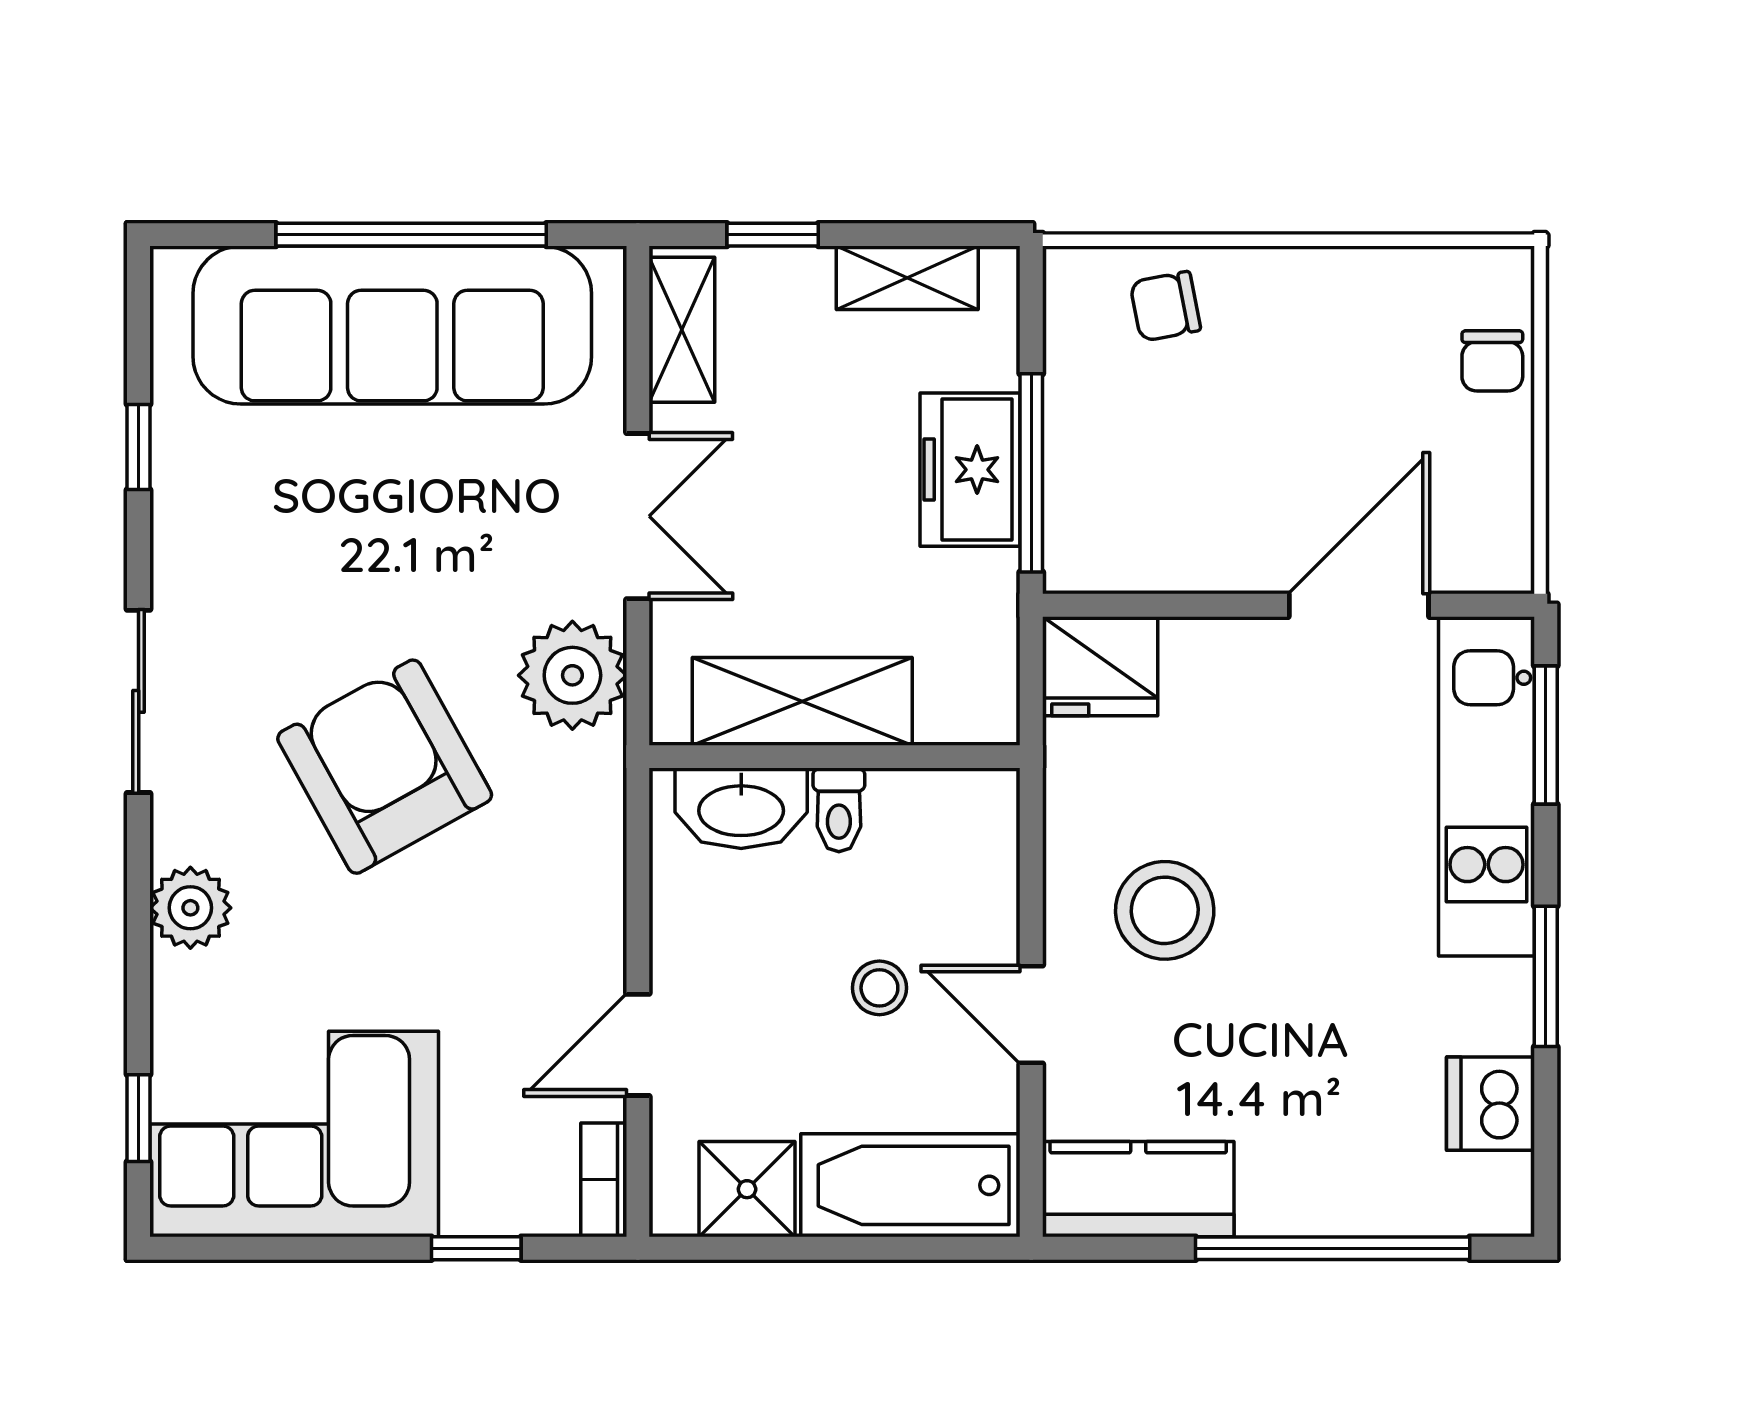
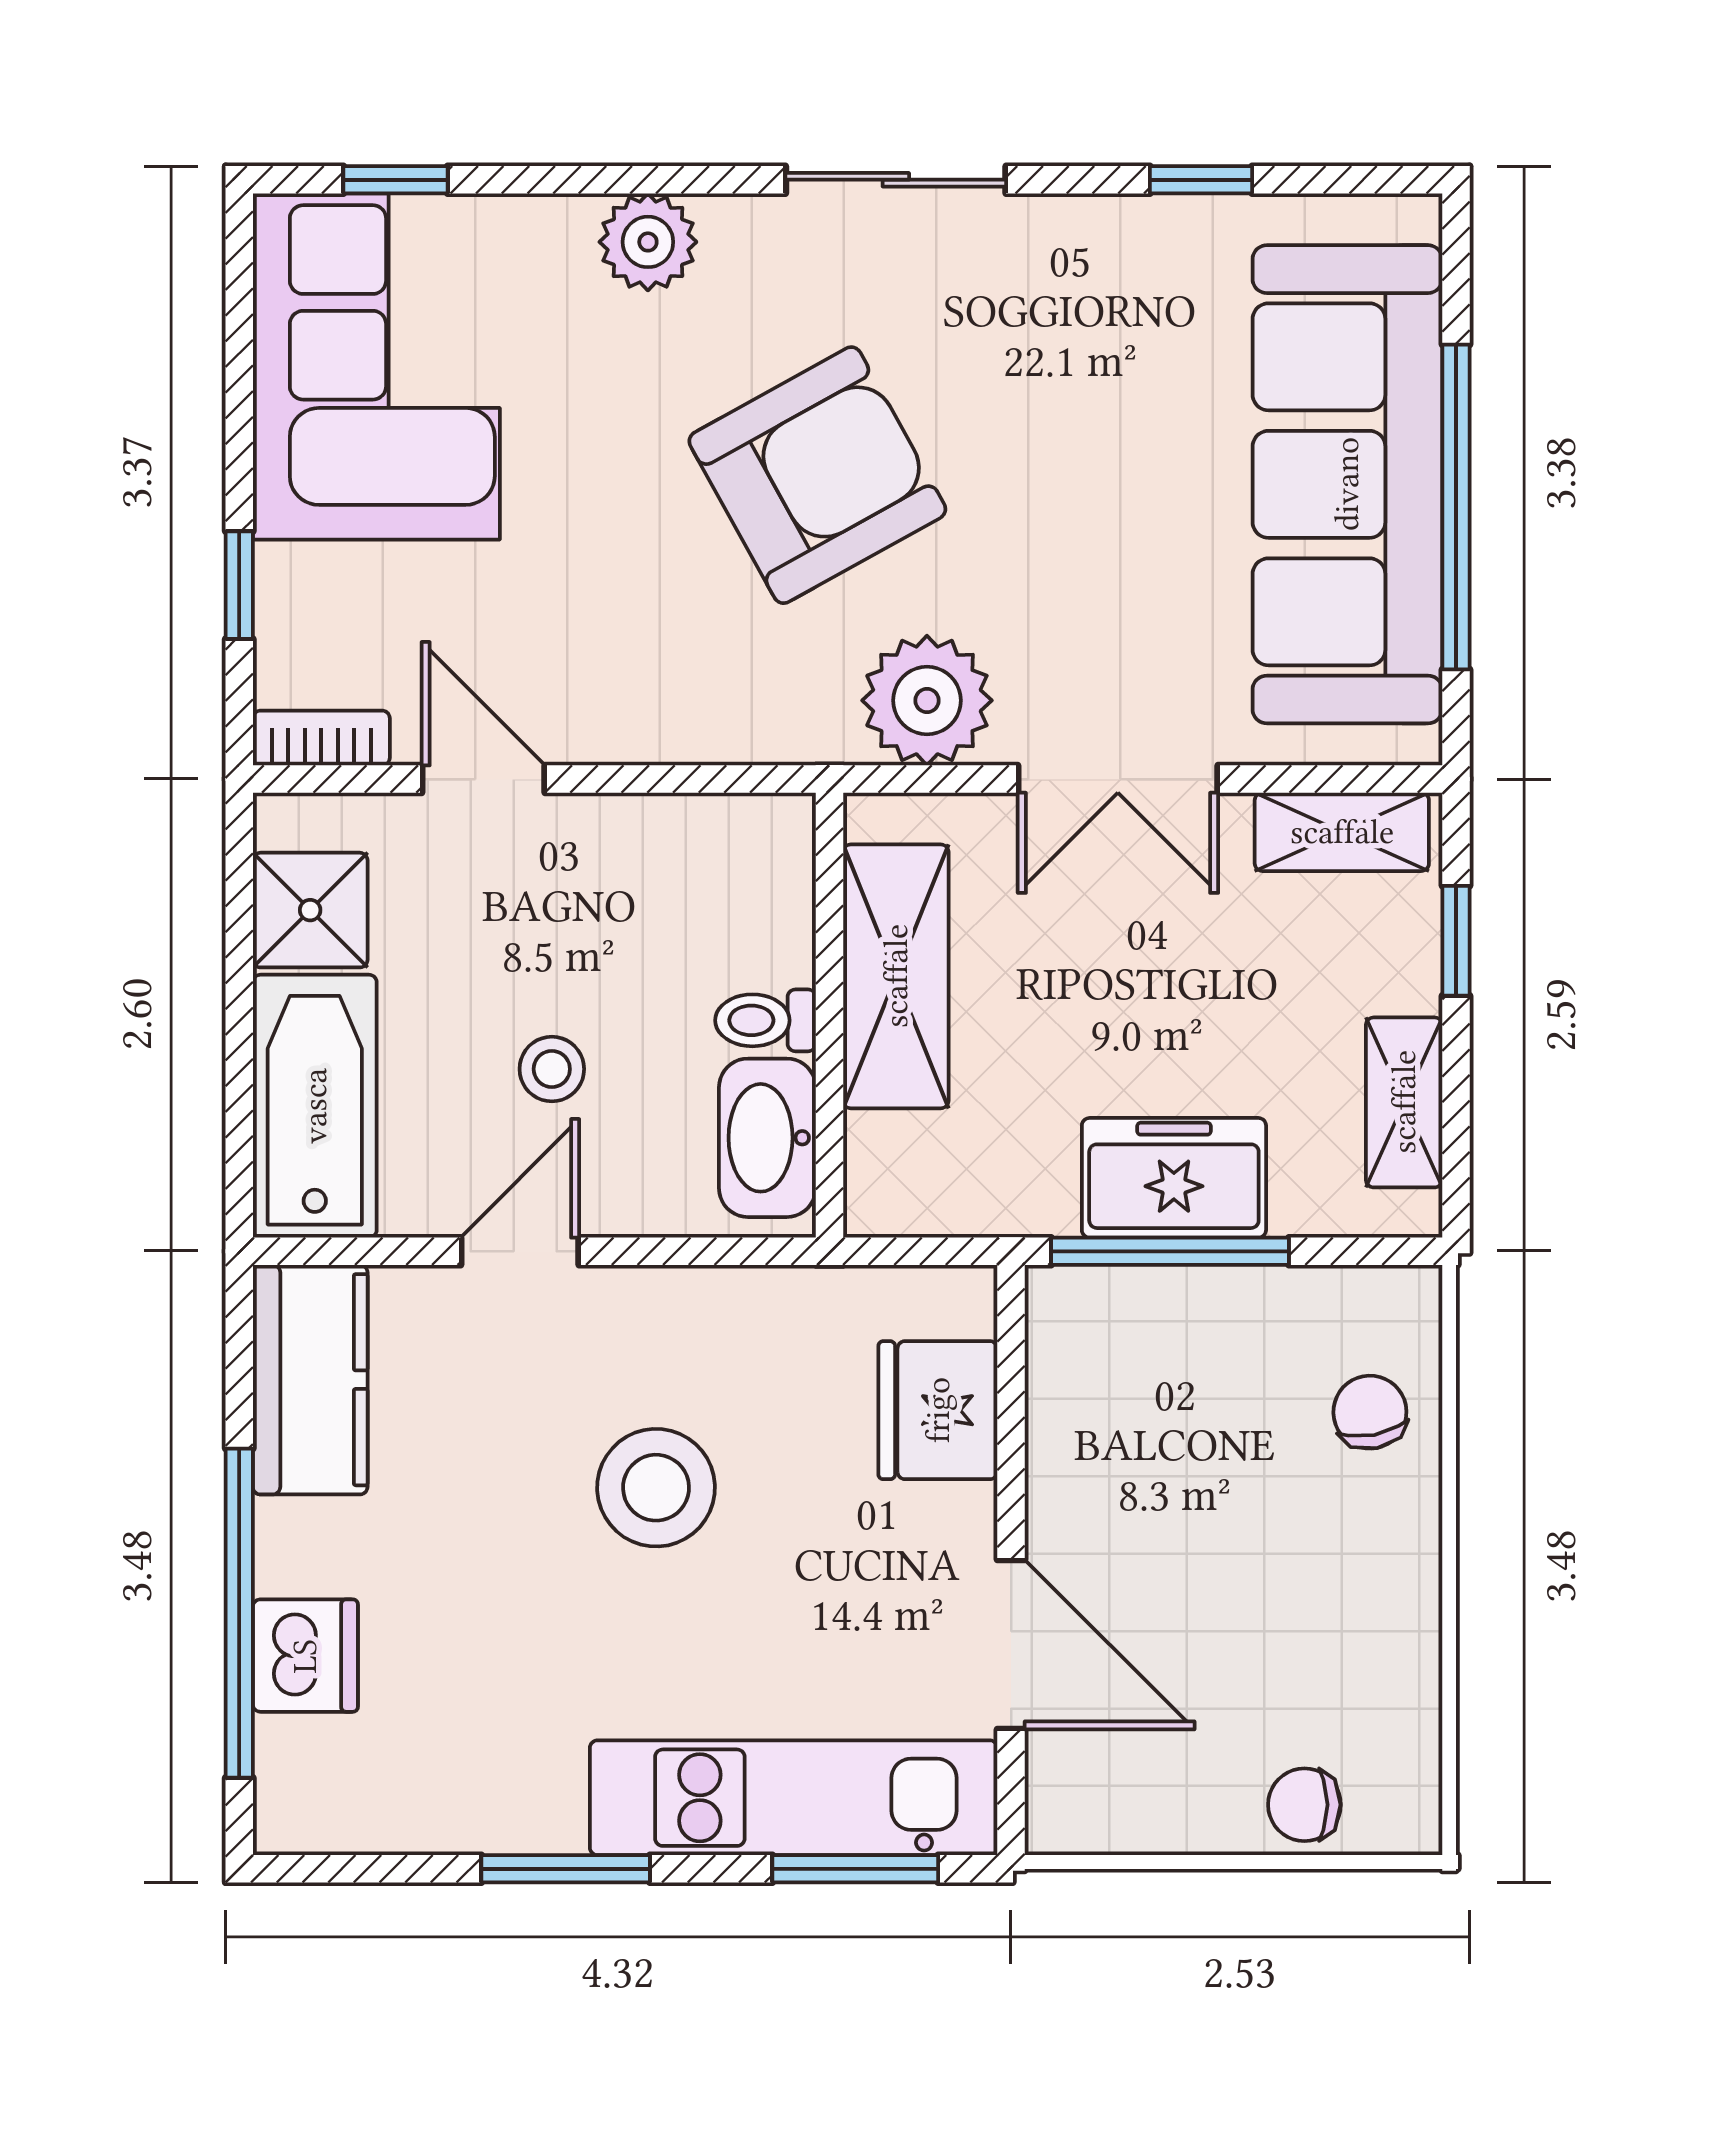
fridge: (1100, 666) -> (938, 1410), moved
washbasin: (741, 808) -> (767, 1138), moved
stool: (1165, 910) -> (656, 1488), moved
dishwasher: (1491, 1104) -> (305, 1656), moved, turned 90

